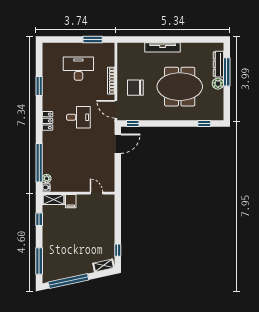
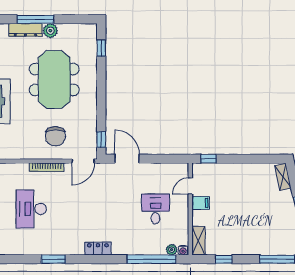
desk: (78, 117) -> (155, 209), moved
filing cabinet: (71, 201) -> (201, 203), moved
window: (118, 250) -> (208, 159), moved

